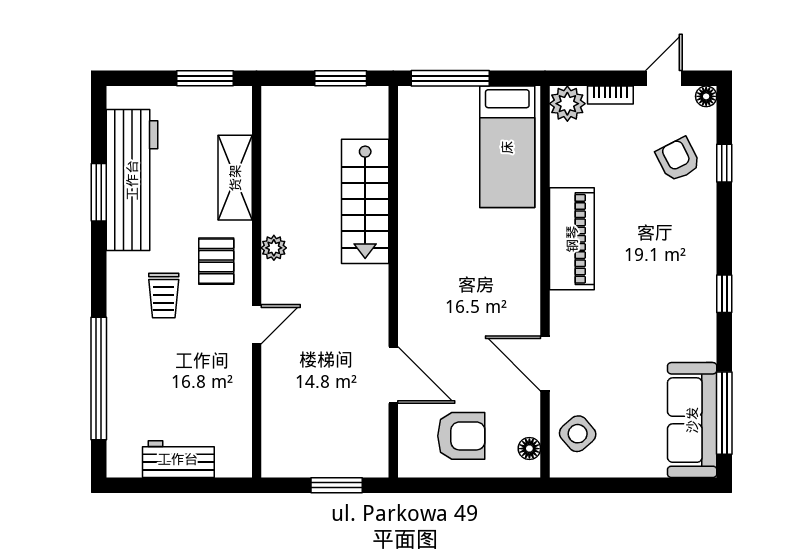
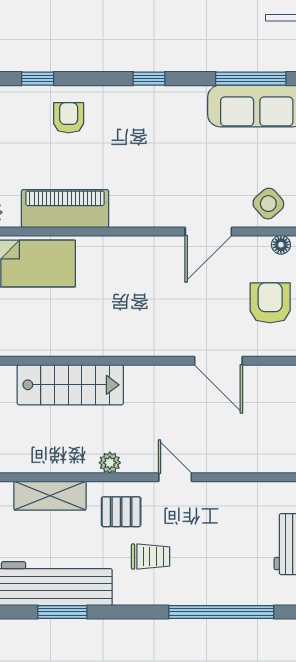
armchair: (678, 159) -> (69, 118), moved, turned 117
piano: (572, 239) -> (65, 209), moved
door: (393, 375) -> (218, 361), swing flipped

